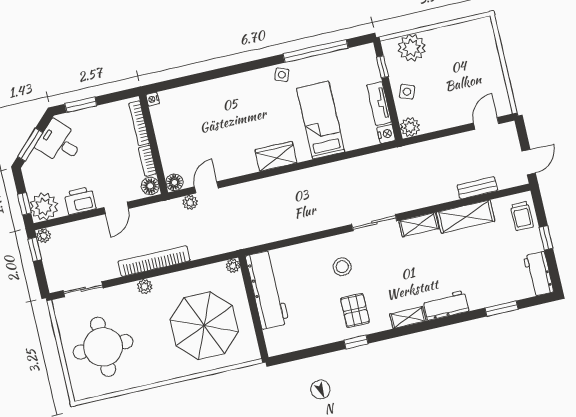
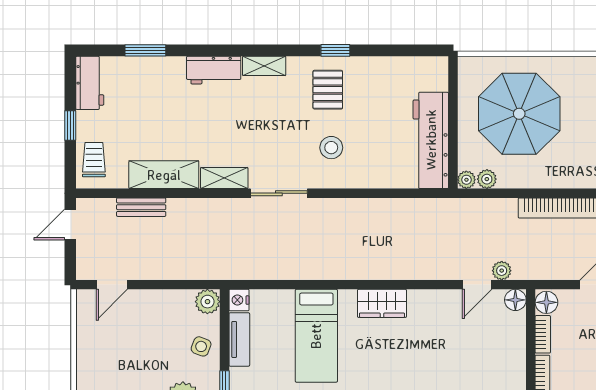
plant: (145, 287) -> (487, 179), moved

